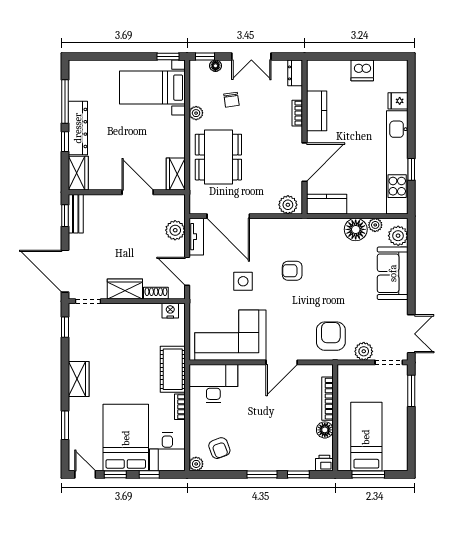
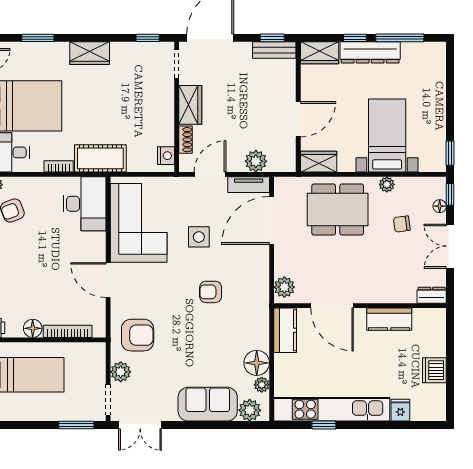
bed with nightstands: (152, 88) -> (387, 136), moved
bookcase: (297, 113) -> (387, 298), removed
armchair: (292, 271) -> (211, 292), turned -90

